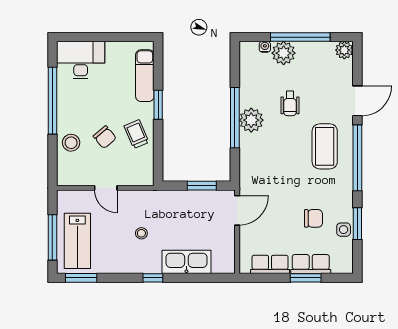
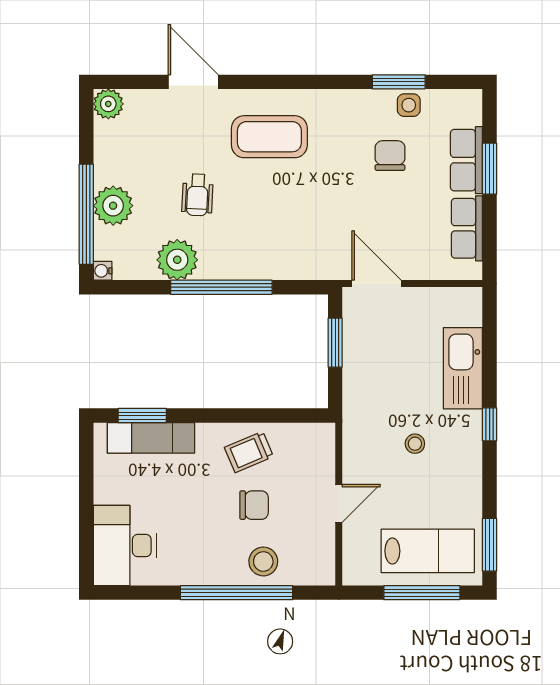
window: (300, 37) -> (86, 214), moved
water cooler: (265, 47) -> (103, 271), moved
window: (52, 101) -> (237, 593), moved
wheelchair: (290, 103) -> (197, 195), turned 93
window: (158, 105) -> (142, 416), moved
plant: (251, 120) -> (177, 260), moved
chair: (105, 137) -> (254, 505), turned 40
window: (357, 158) -> (289, 82), removed

